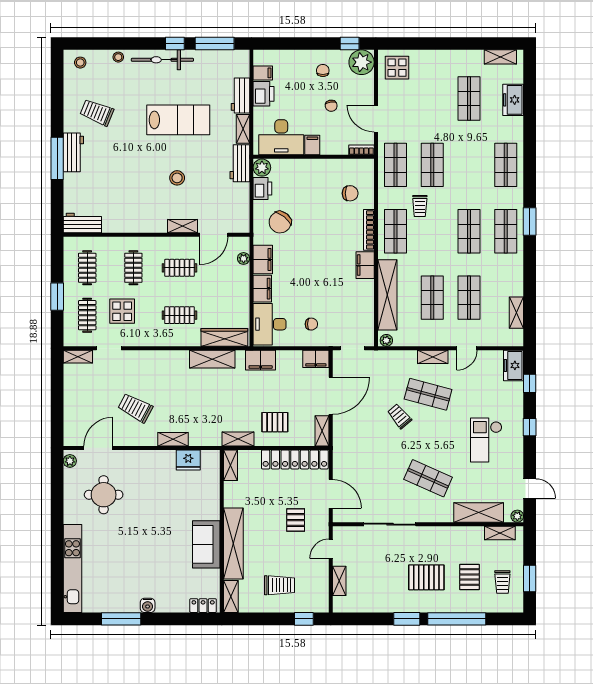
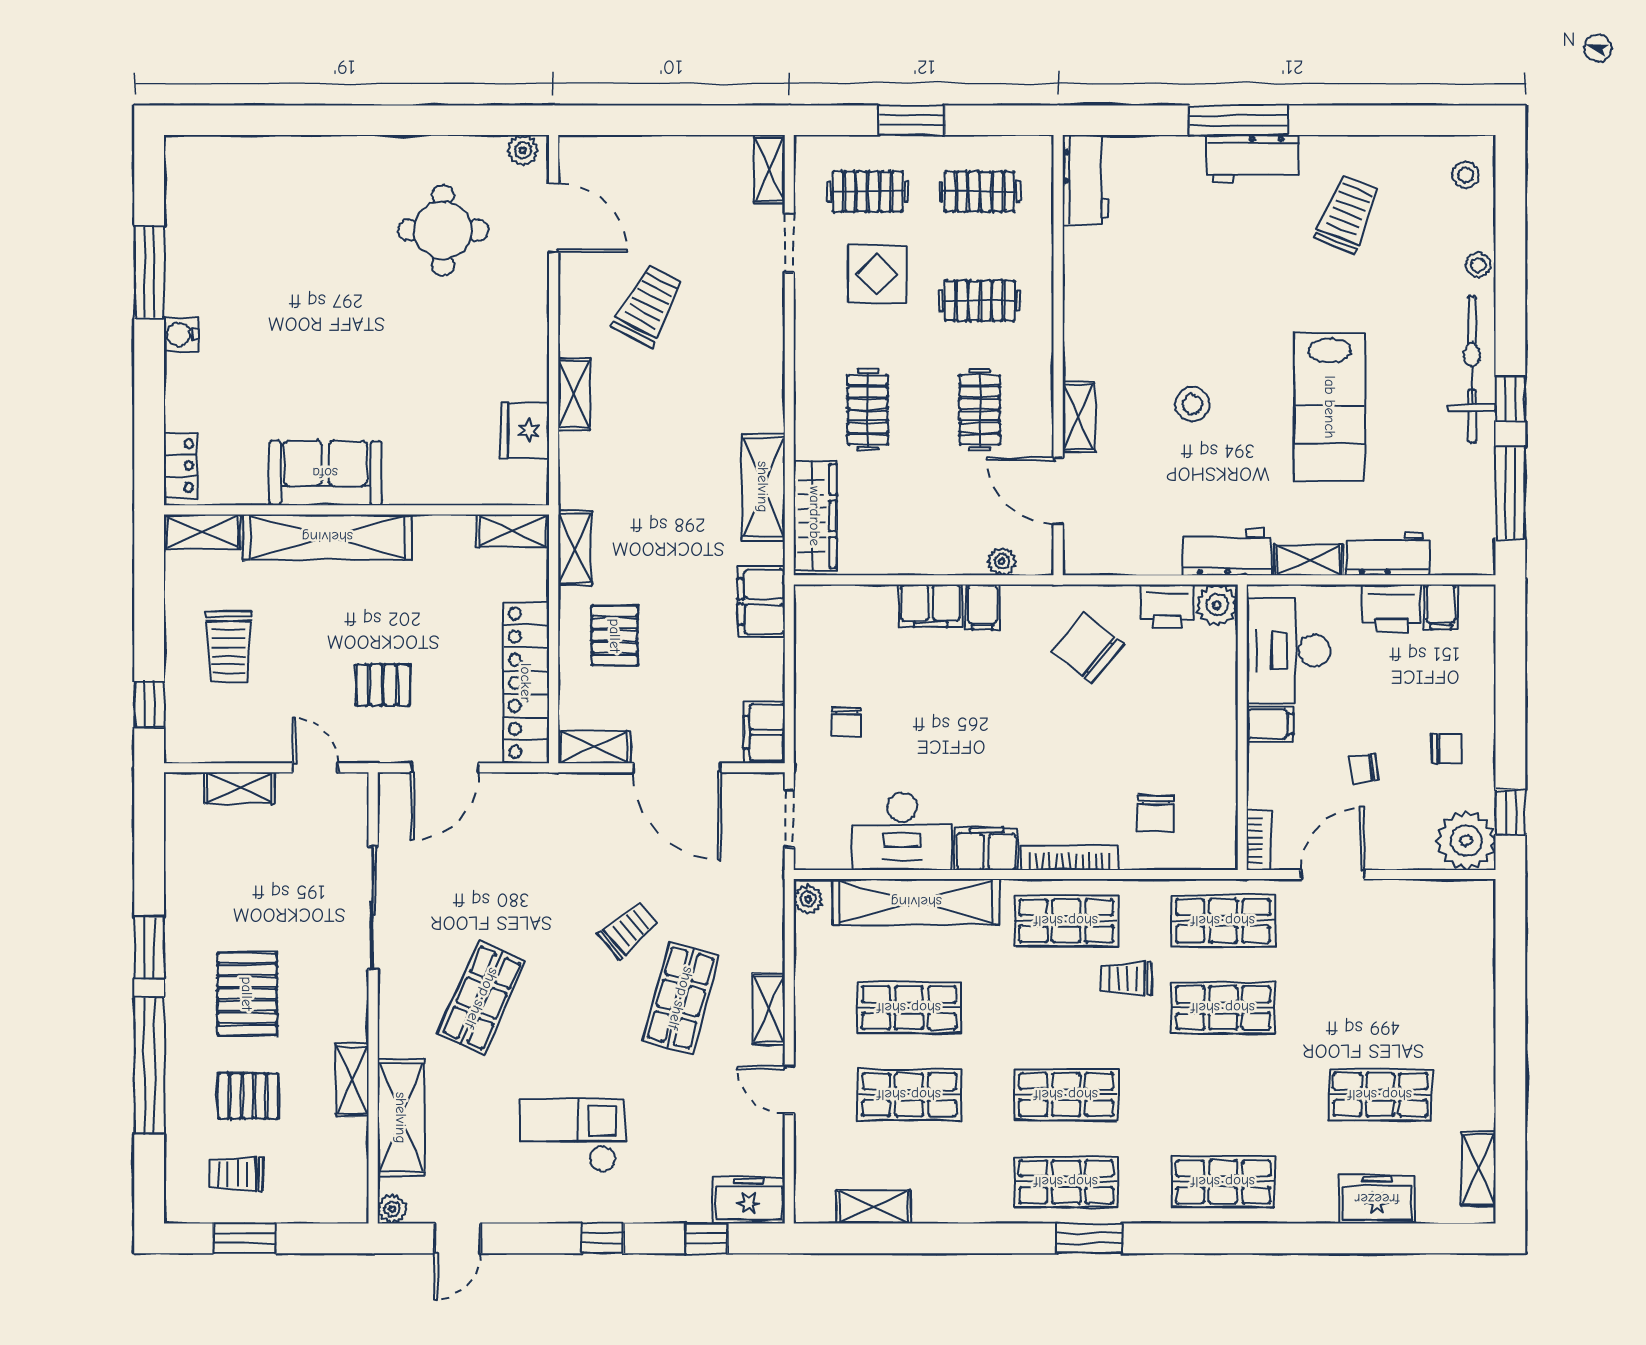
display table: (397, 68) -> (1453, 924), removed
filing cabinet: (263, 259) -> (982, 607), width x0.50
desk: (270, 324) -> (902, 831), moved, turned 180
shelving: (500, 533) -> (352, 1080), moved
kitchen unit: (72, 569) -> (268, 157), removed

